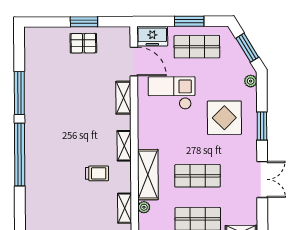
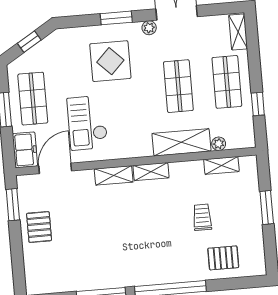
window: (84, 22) -> (13, 205), moved
window: (247, 48) -> (29, 42), width x0.67
plant: (251, 81) -> (149, 28), moved
shelving: (123, 98) -> (114, 175), moved
trolley: (97, 173) -> (202, 217), moved
pallet: (43, 203) -> (223, 258), added

